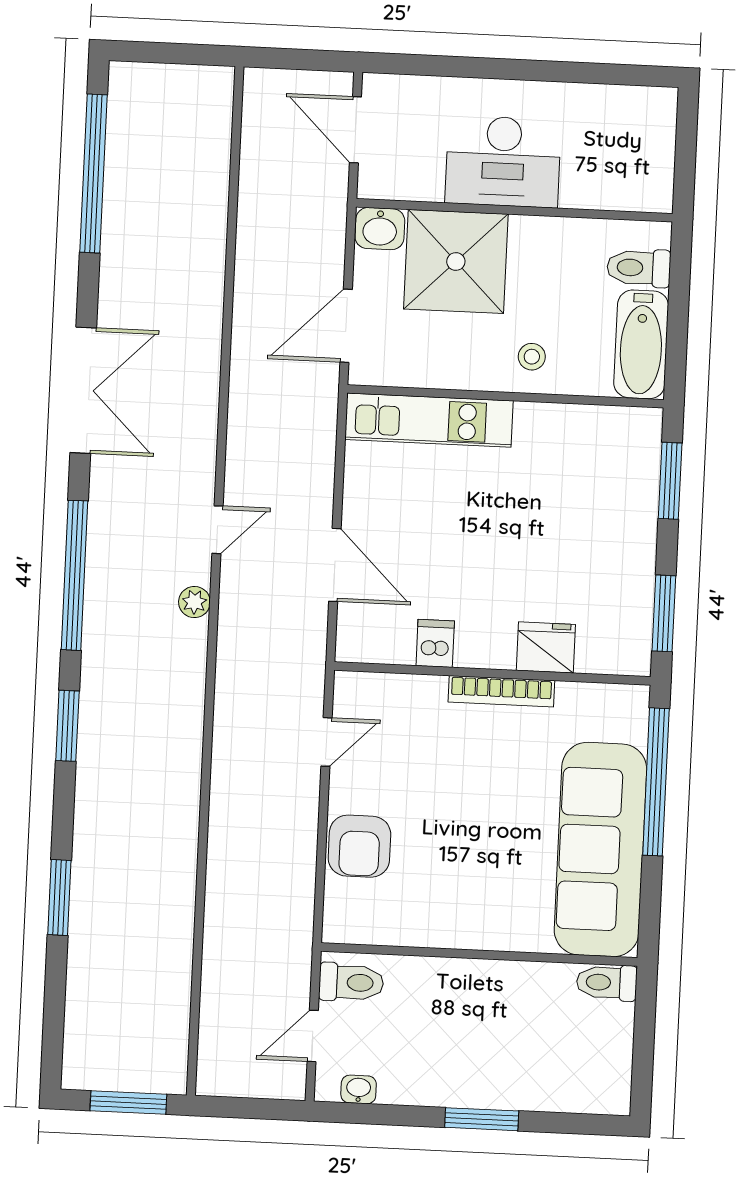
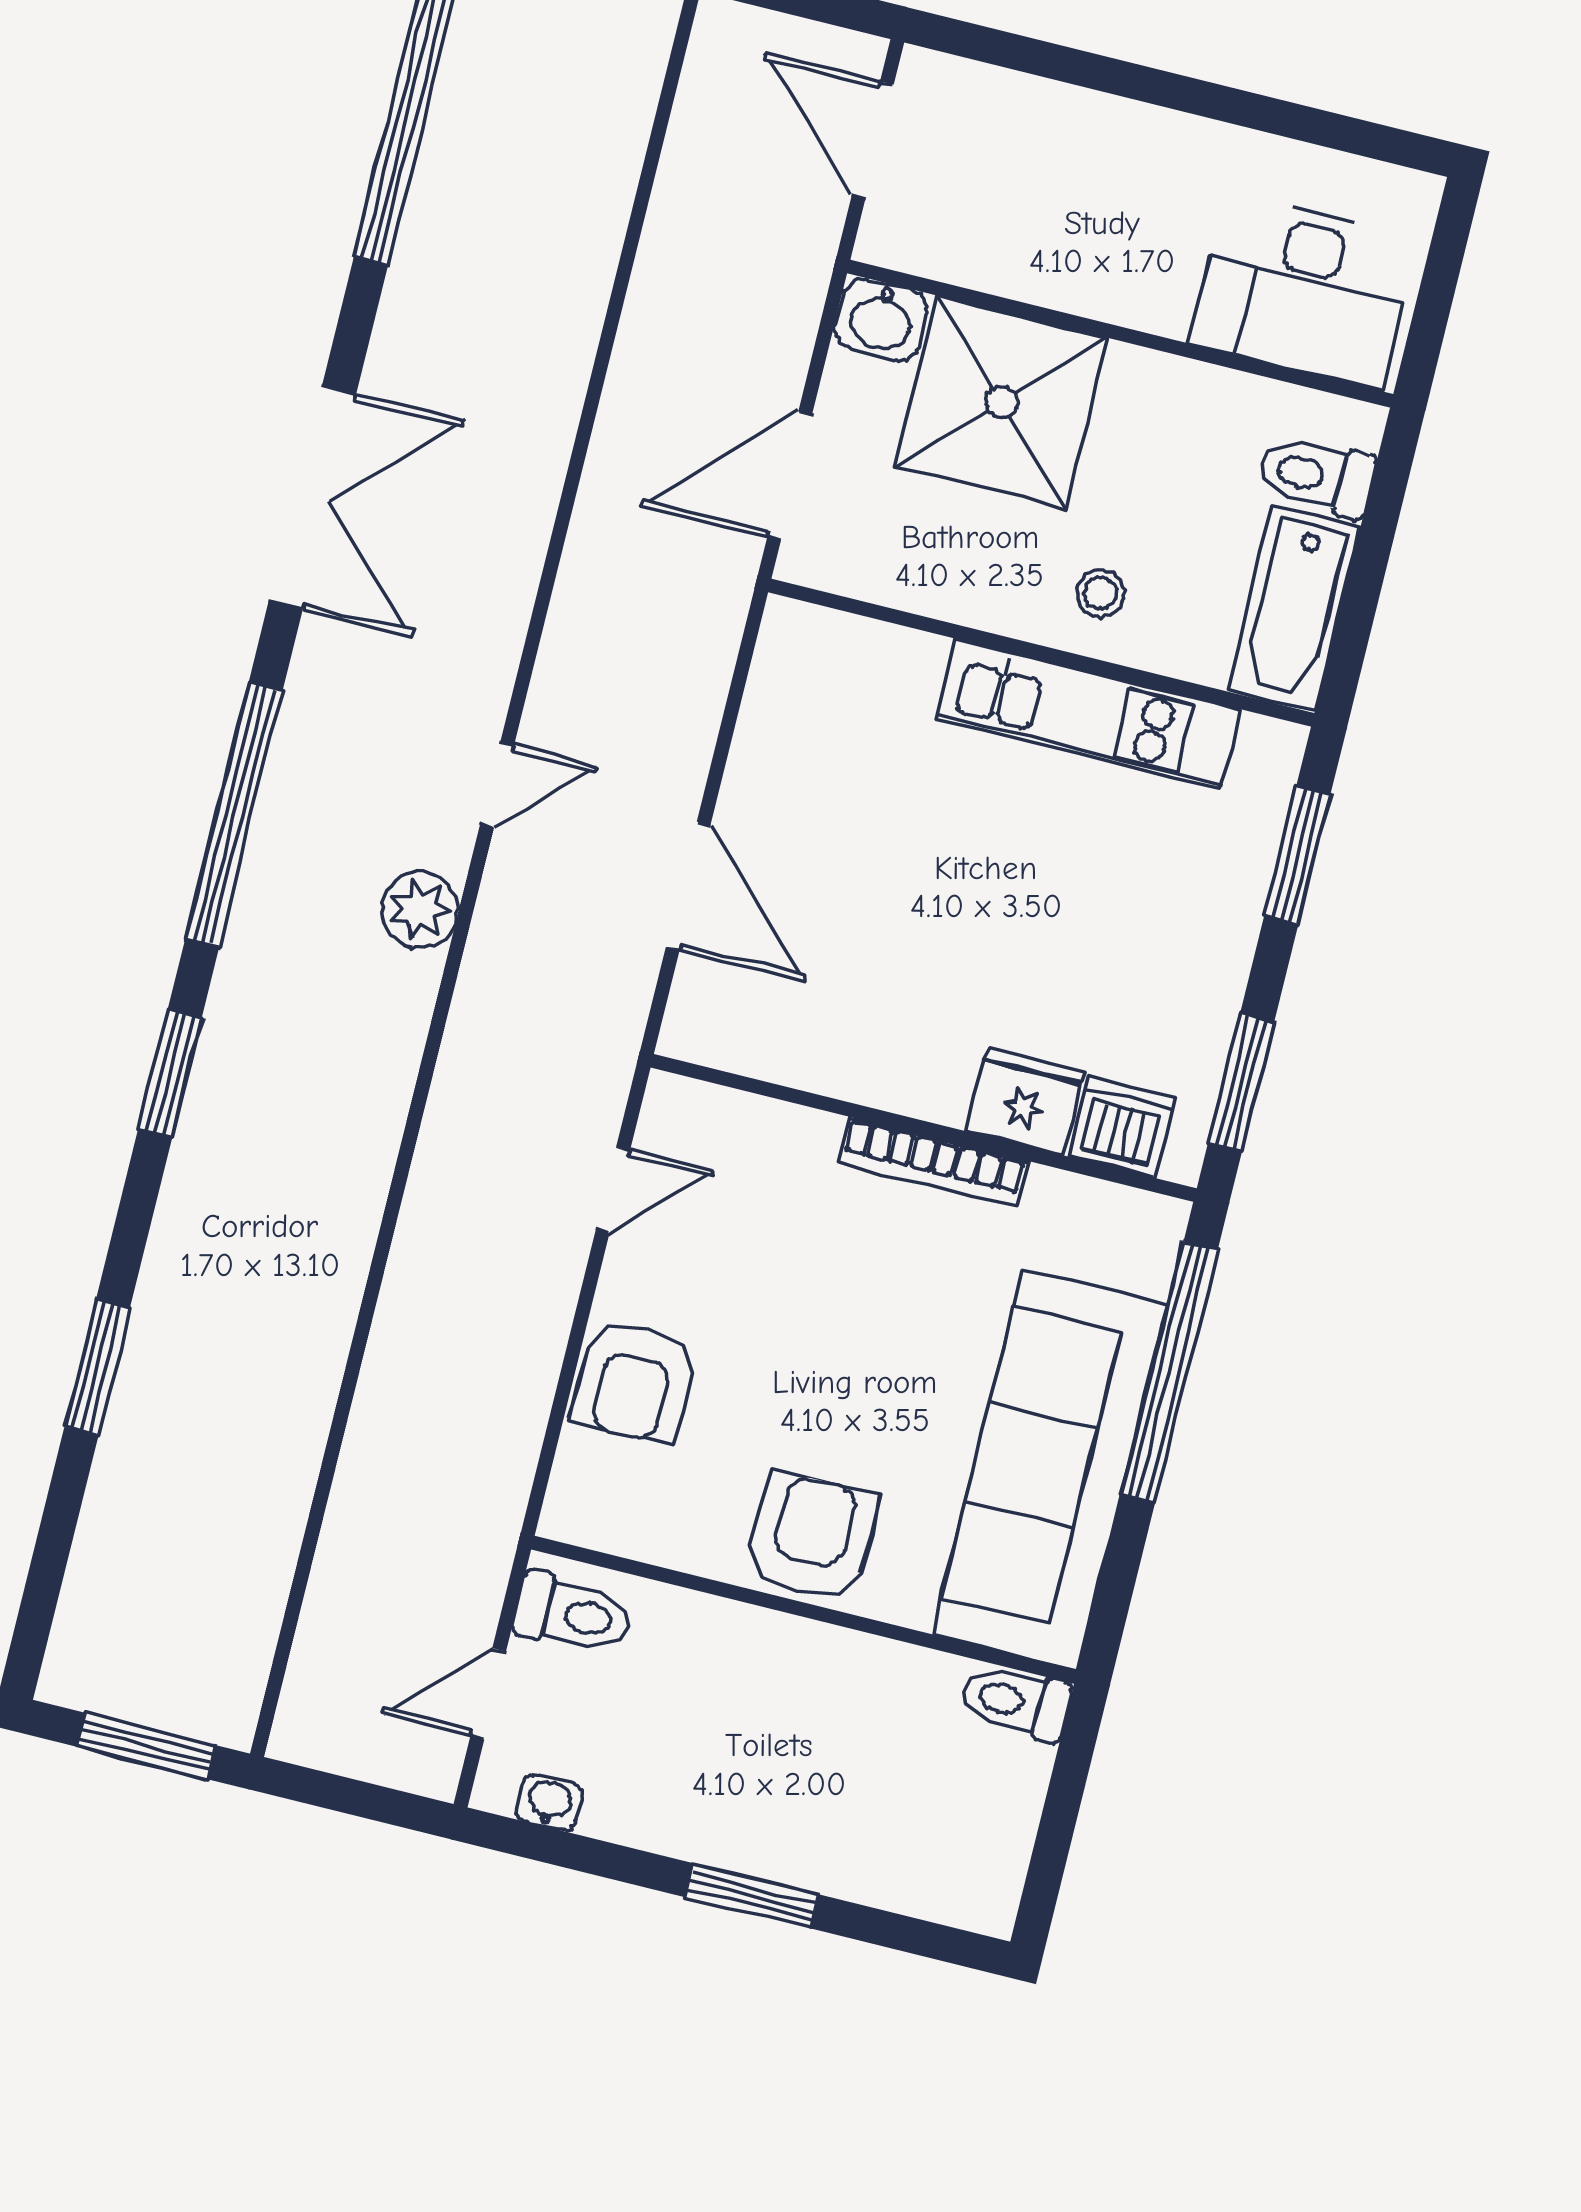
desk: (503, 161) -> (1304, 291), moved
kitchen unit: (429, 420) -> (1088, 714), moved
plant: (194, 602) -> (420, 910), width x1.38, depth x1.38
dishwasher: (435, 643) -> (1121, 1127), moved, width x1.38
armchair: (475, 913) -> (812, 1537), added

